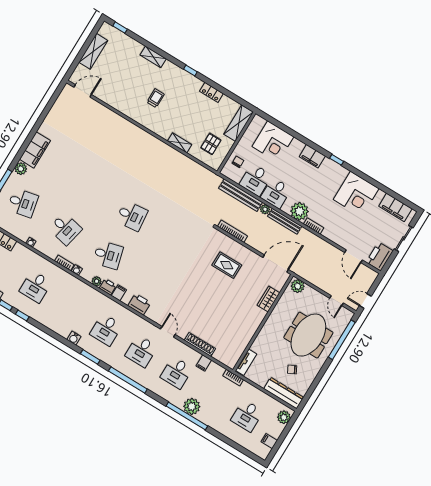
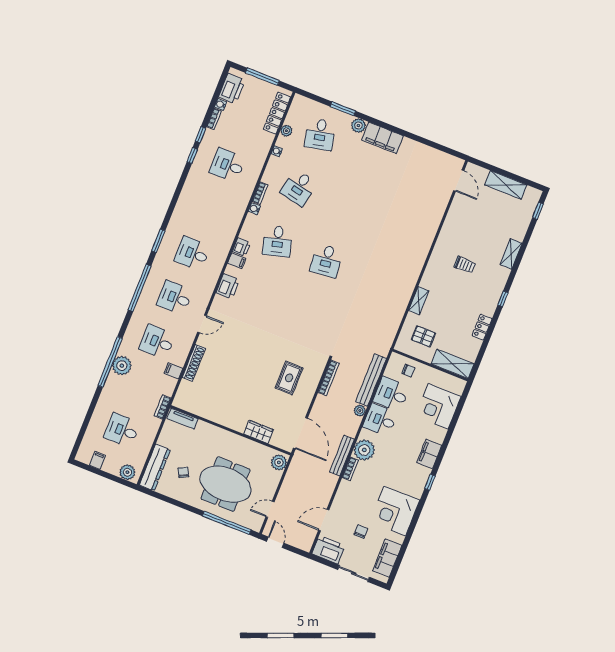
bench: (285, 221) -> (342, 456), moved
chair: (369, 226) -> (361, 532), added
plant: (97, 281) -> (286, 131), moved
water cooler: (74, 338) -> (177, 219), removed

